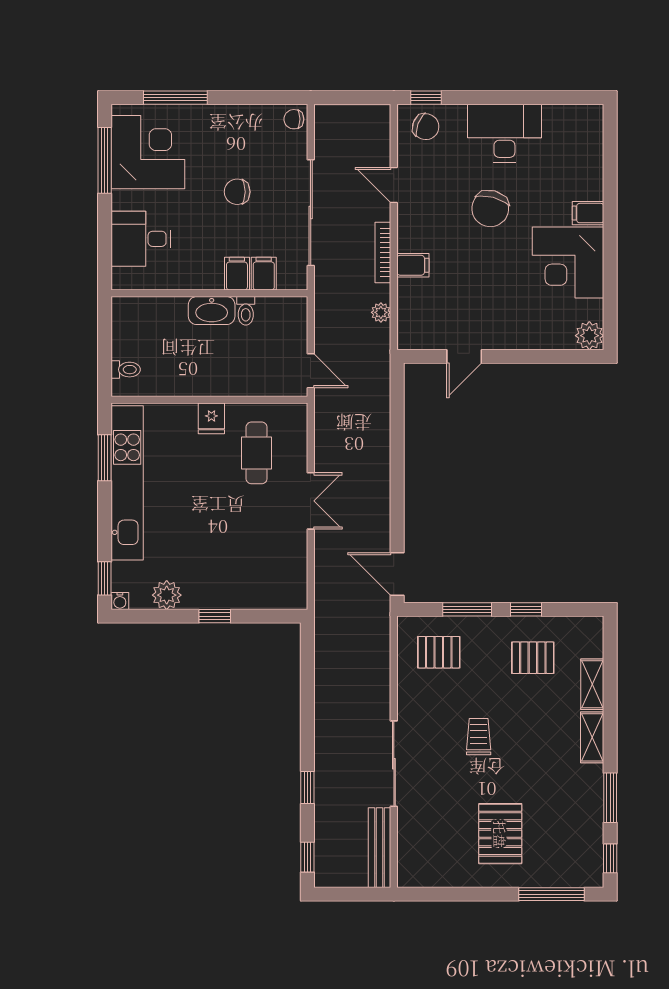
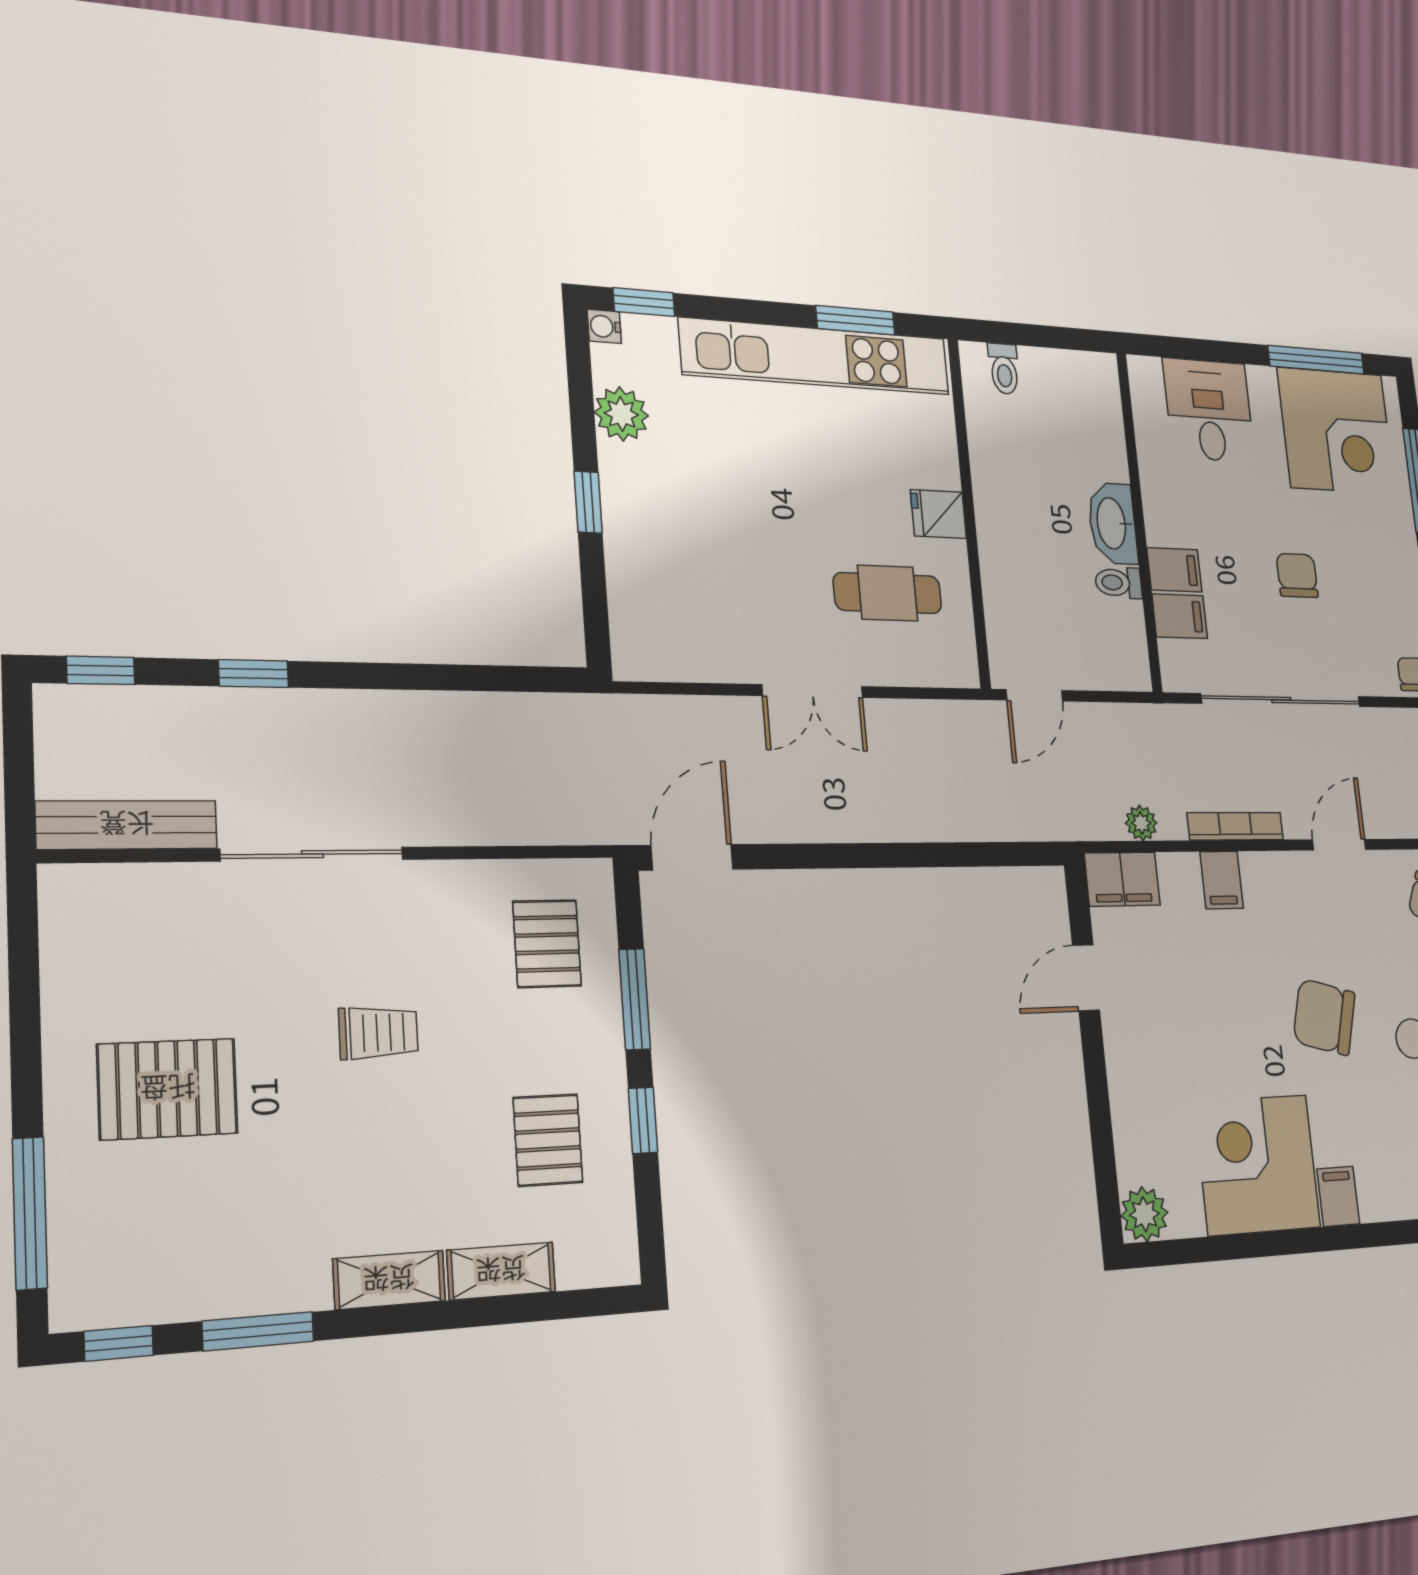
filing cabinet: (412, 328) -> (1122, 879), added
door: (464, 356) -> (1086, 978), hinge flipped

